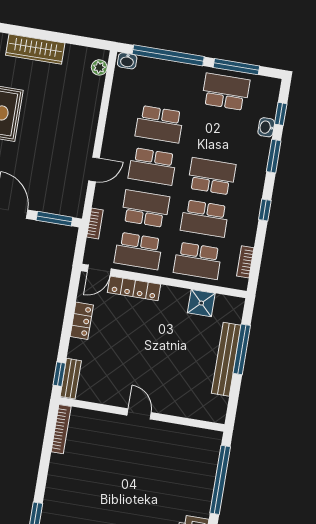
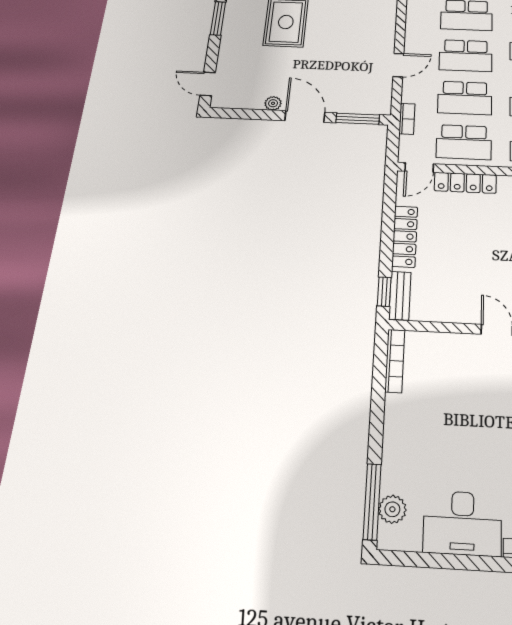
school desk: (145, 209) -> (465, 98), turned 180
locker: (82, 321) -> (405, 236), width x1.53

